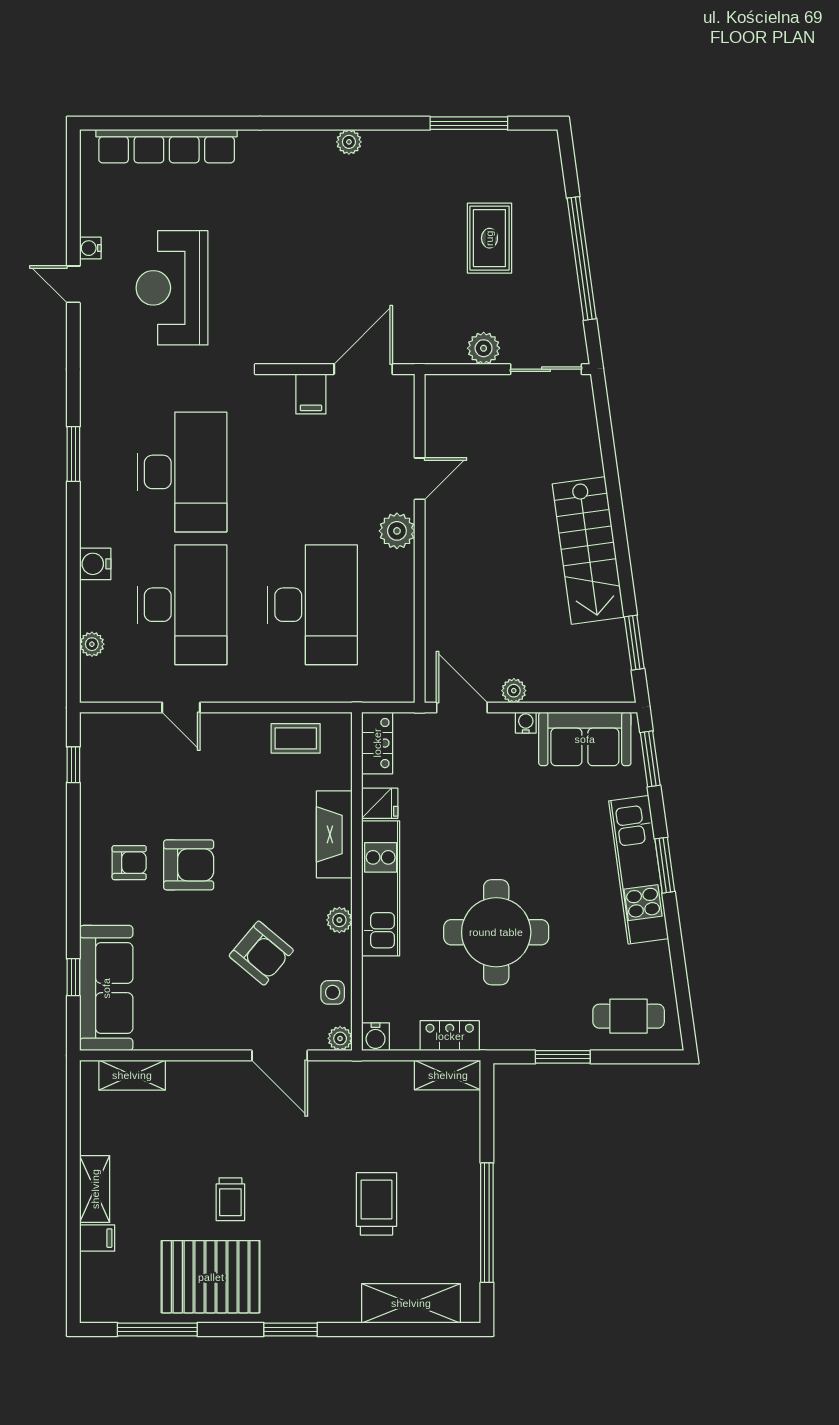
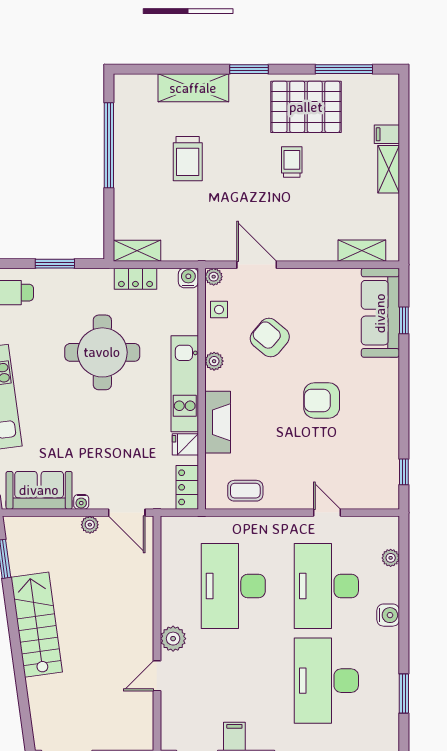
armchair: (129, 863) -> (364, 402), removed
shelving: (411, 1303) -> (193, 88), moved

